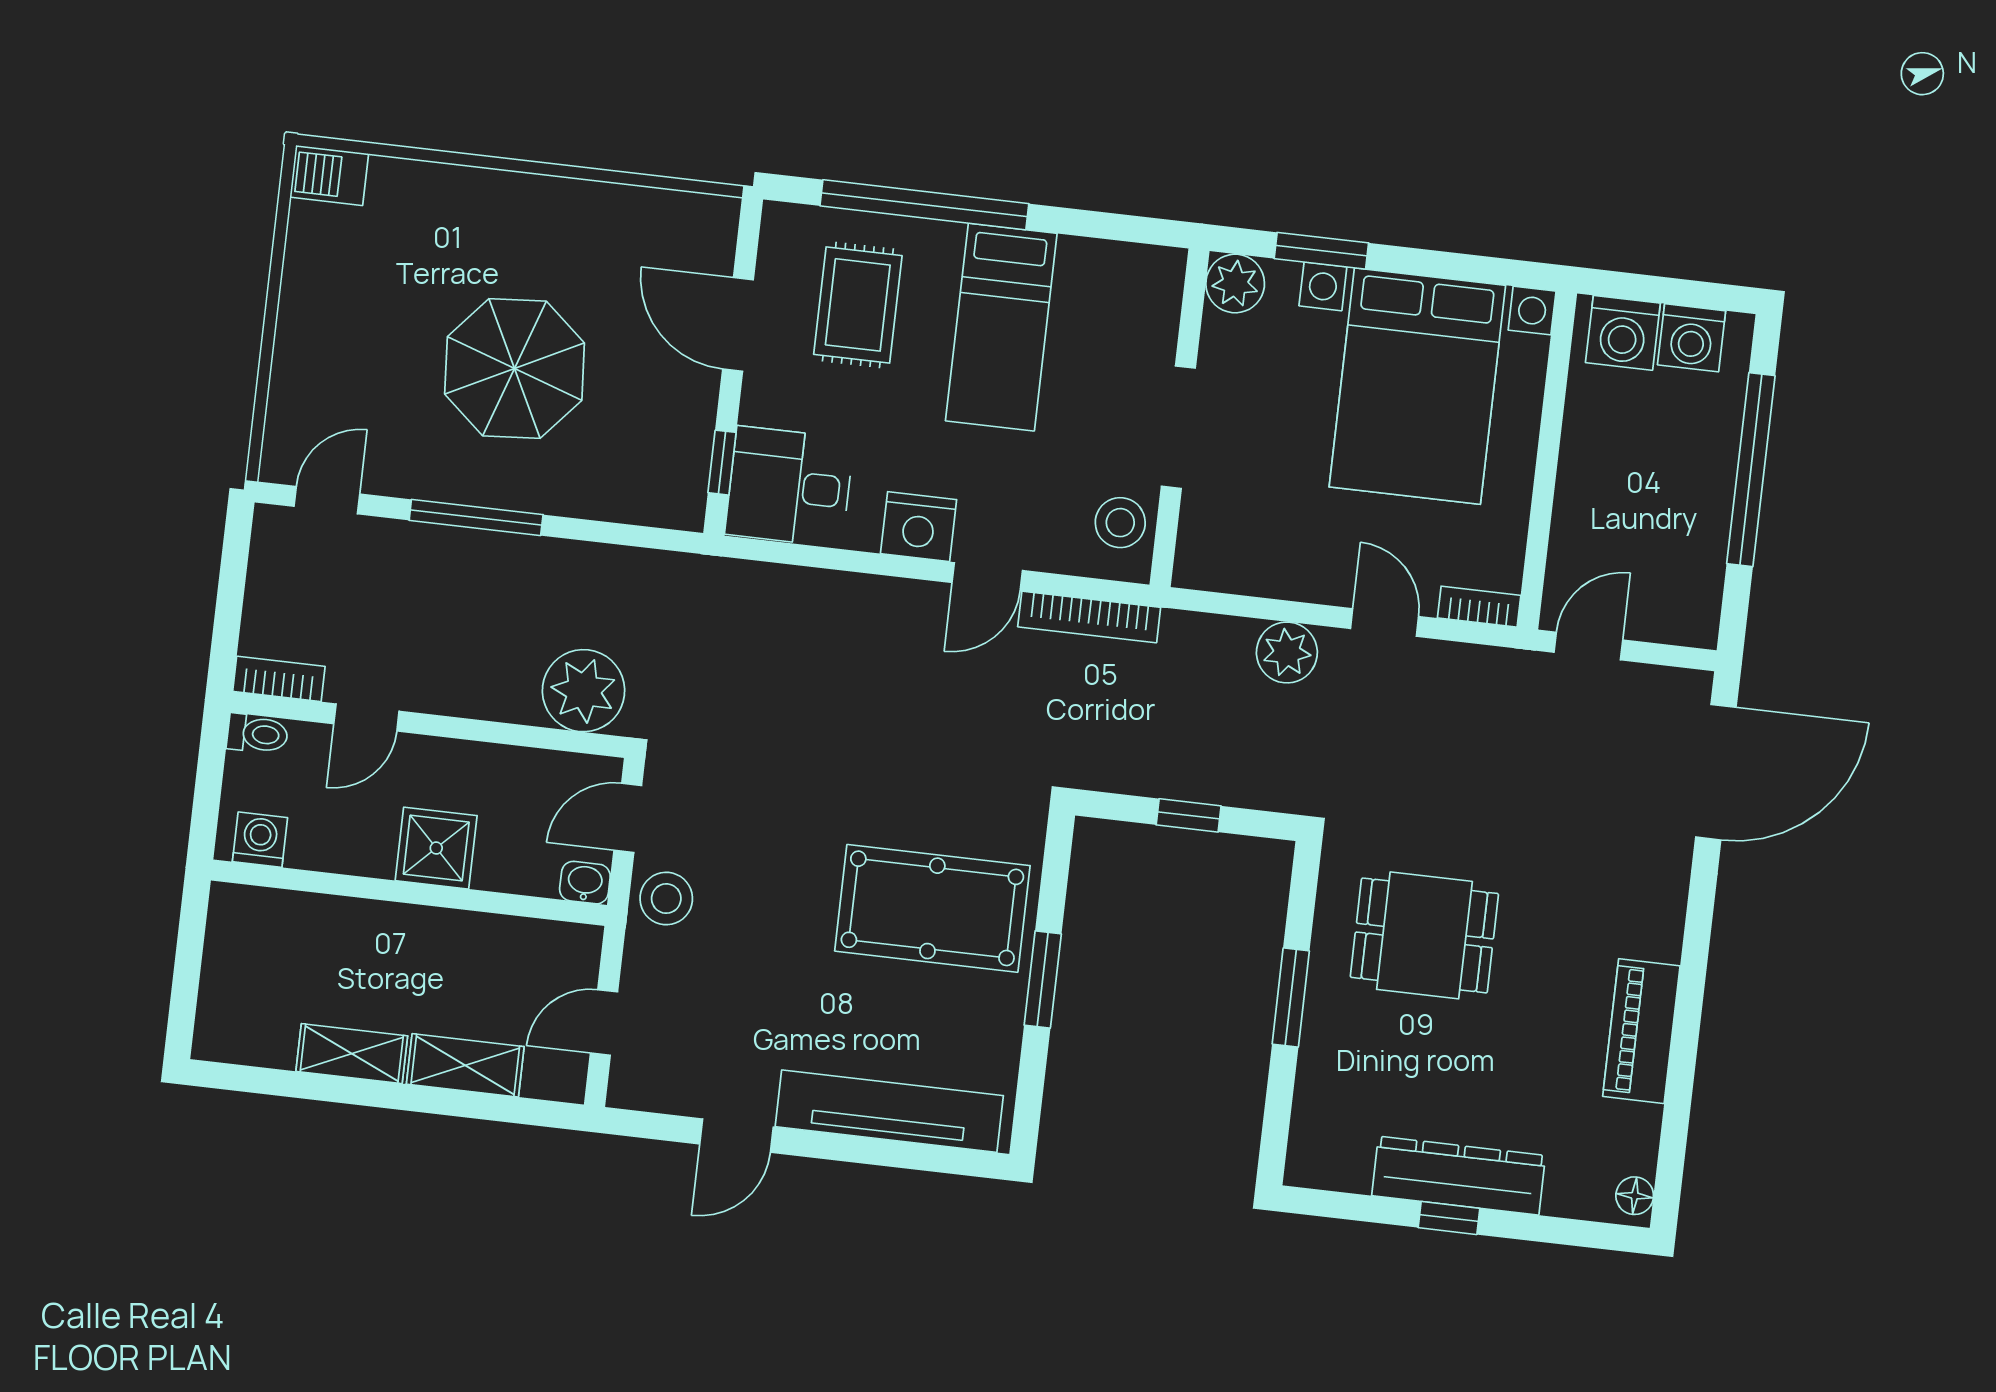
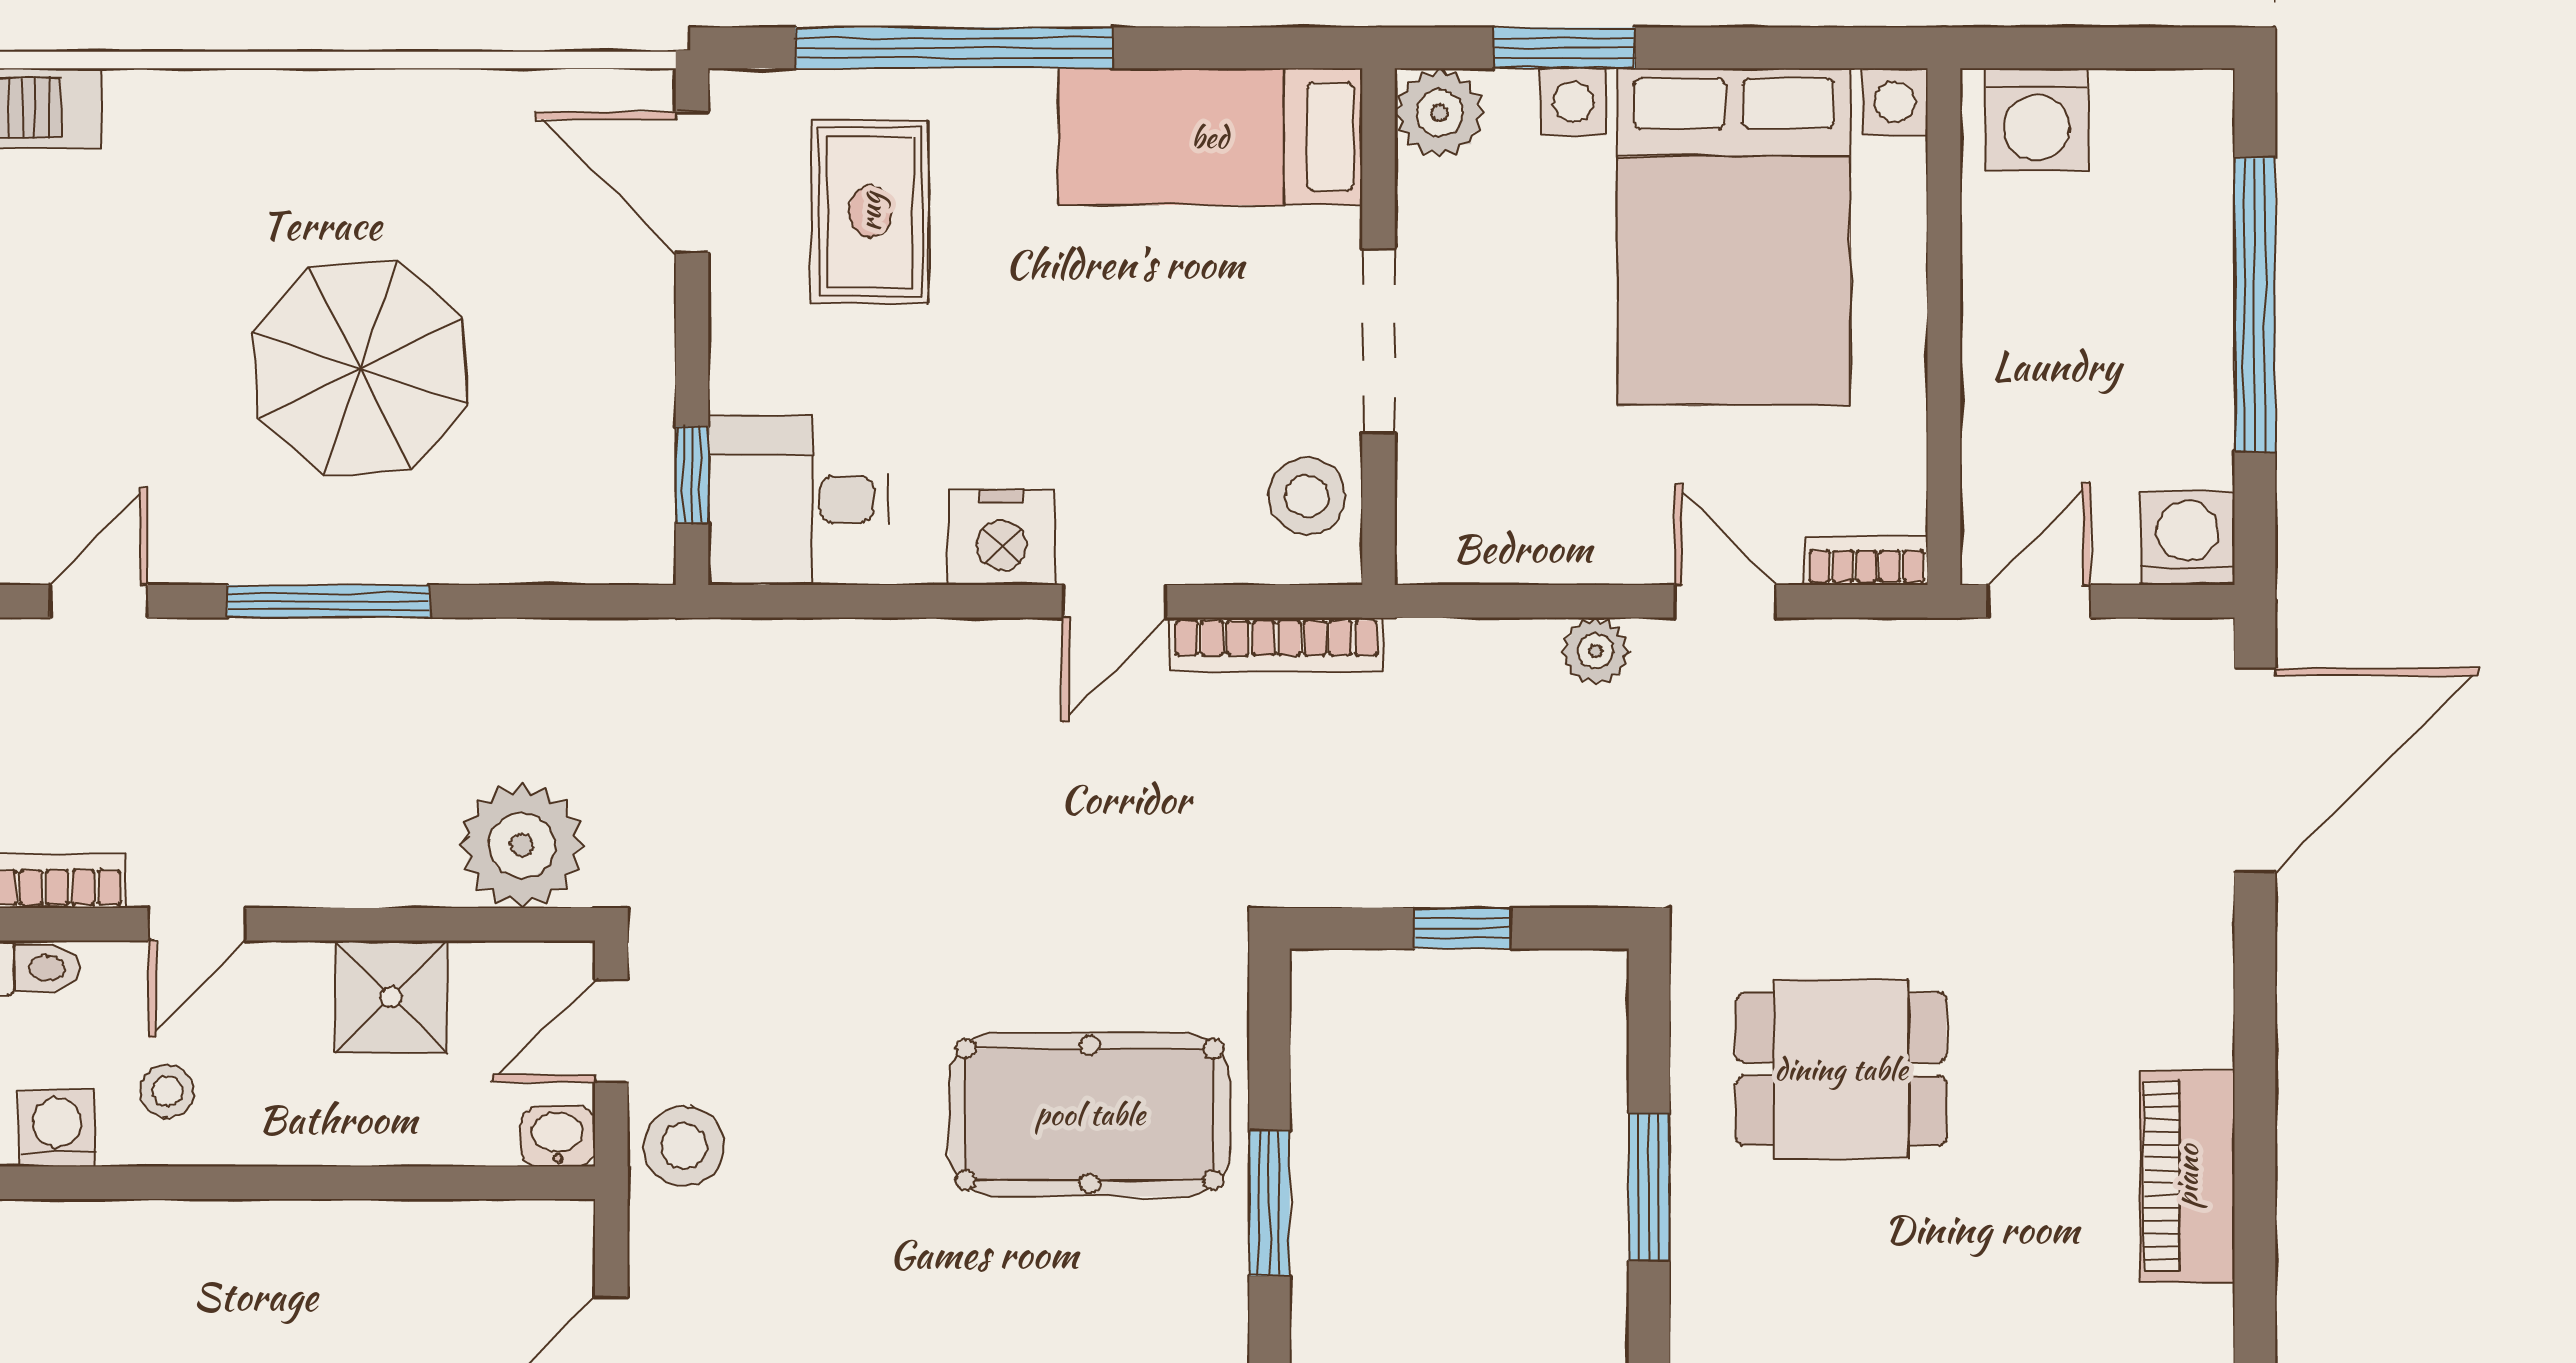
door: (738, 324) -> (692, 182), moved
bed: (1001, 327) -> (1210, 137), moved, turned 90
washing machine: (1692, 338) -> (2188, 538), moved, turned 180
plant: (1287, 653) -> (1595, 651), width x0.73, depth x0.73
stool: (335, 824) -> (167, 1091), added
shower: (436, 848) -> (391, 997), moved

